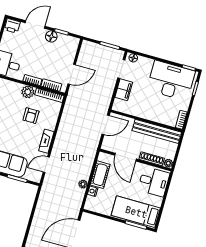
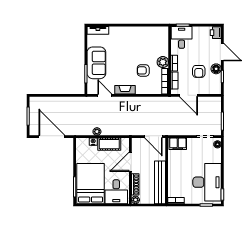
armchair: (49, 56) -> (199, 71), added
filing cabinet: (124, 90) -> (178, 144), moved
bed: (136, 212) -> (91, 184), width x1.50

